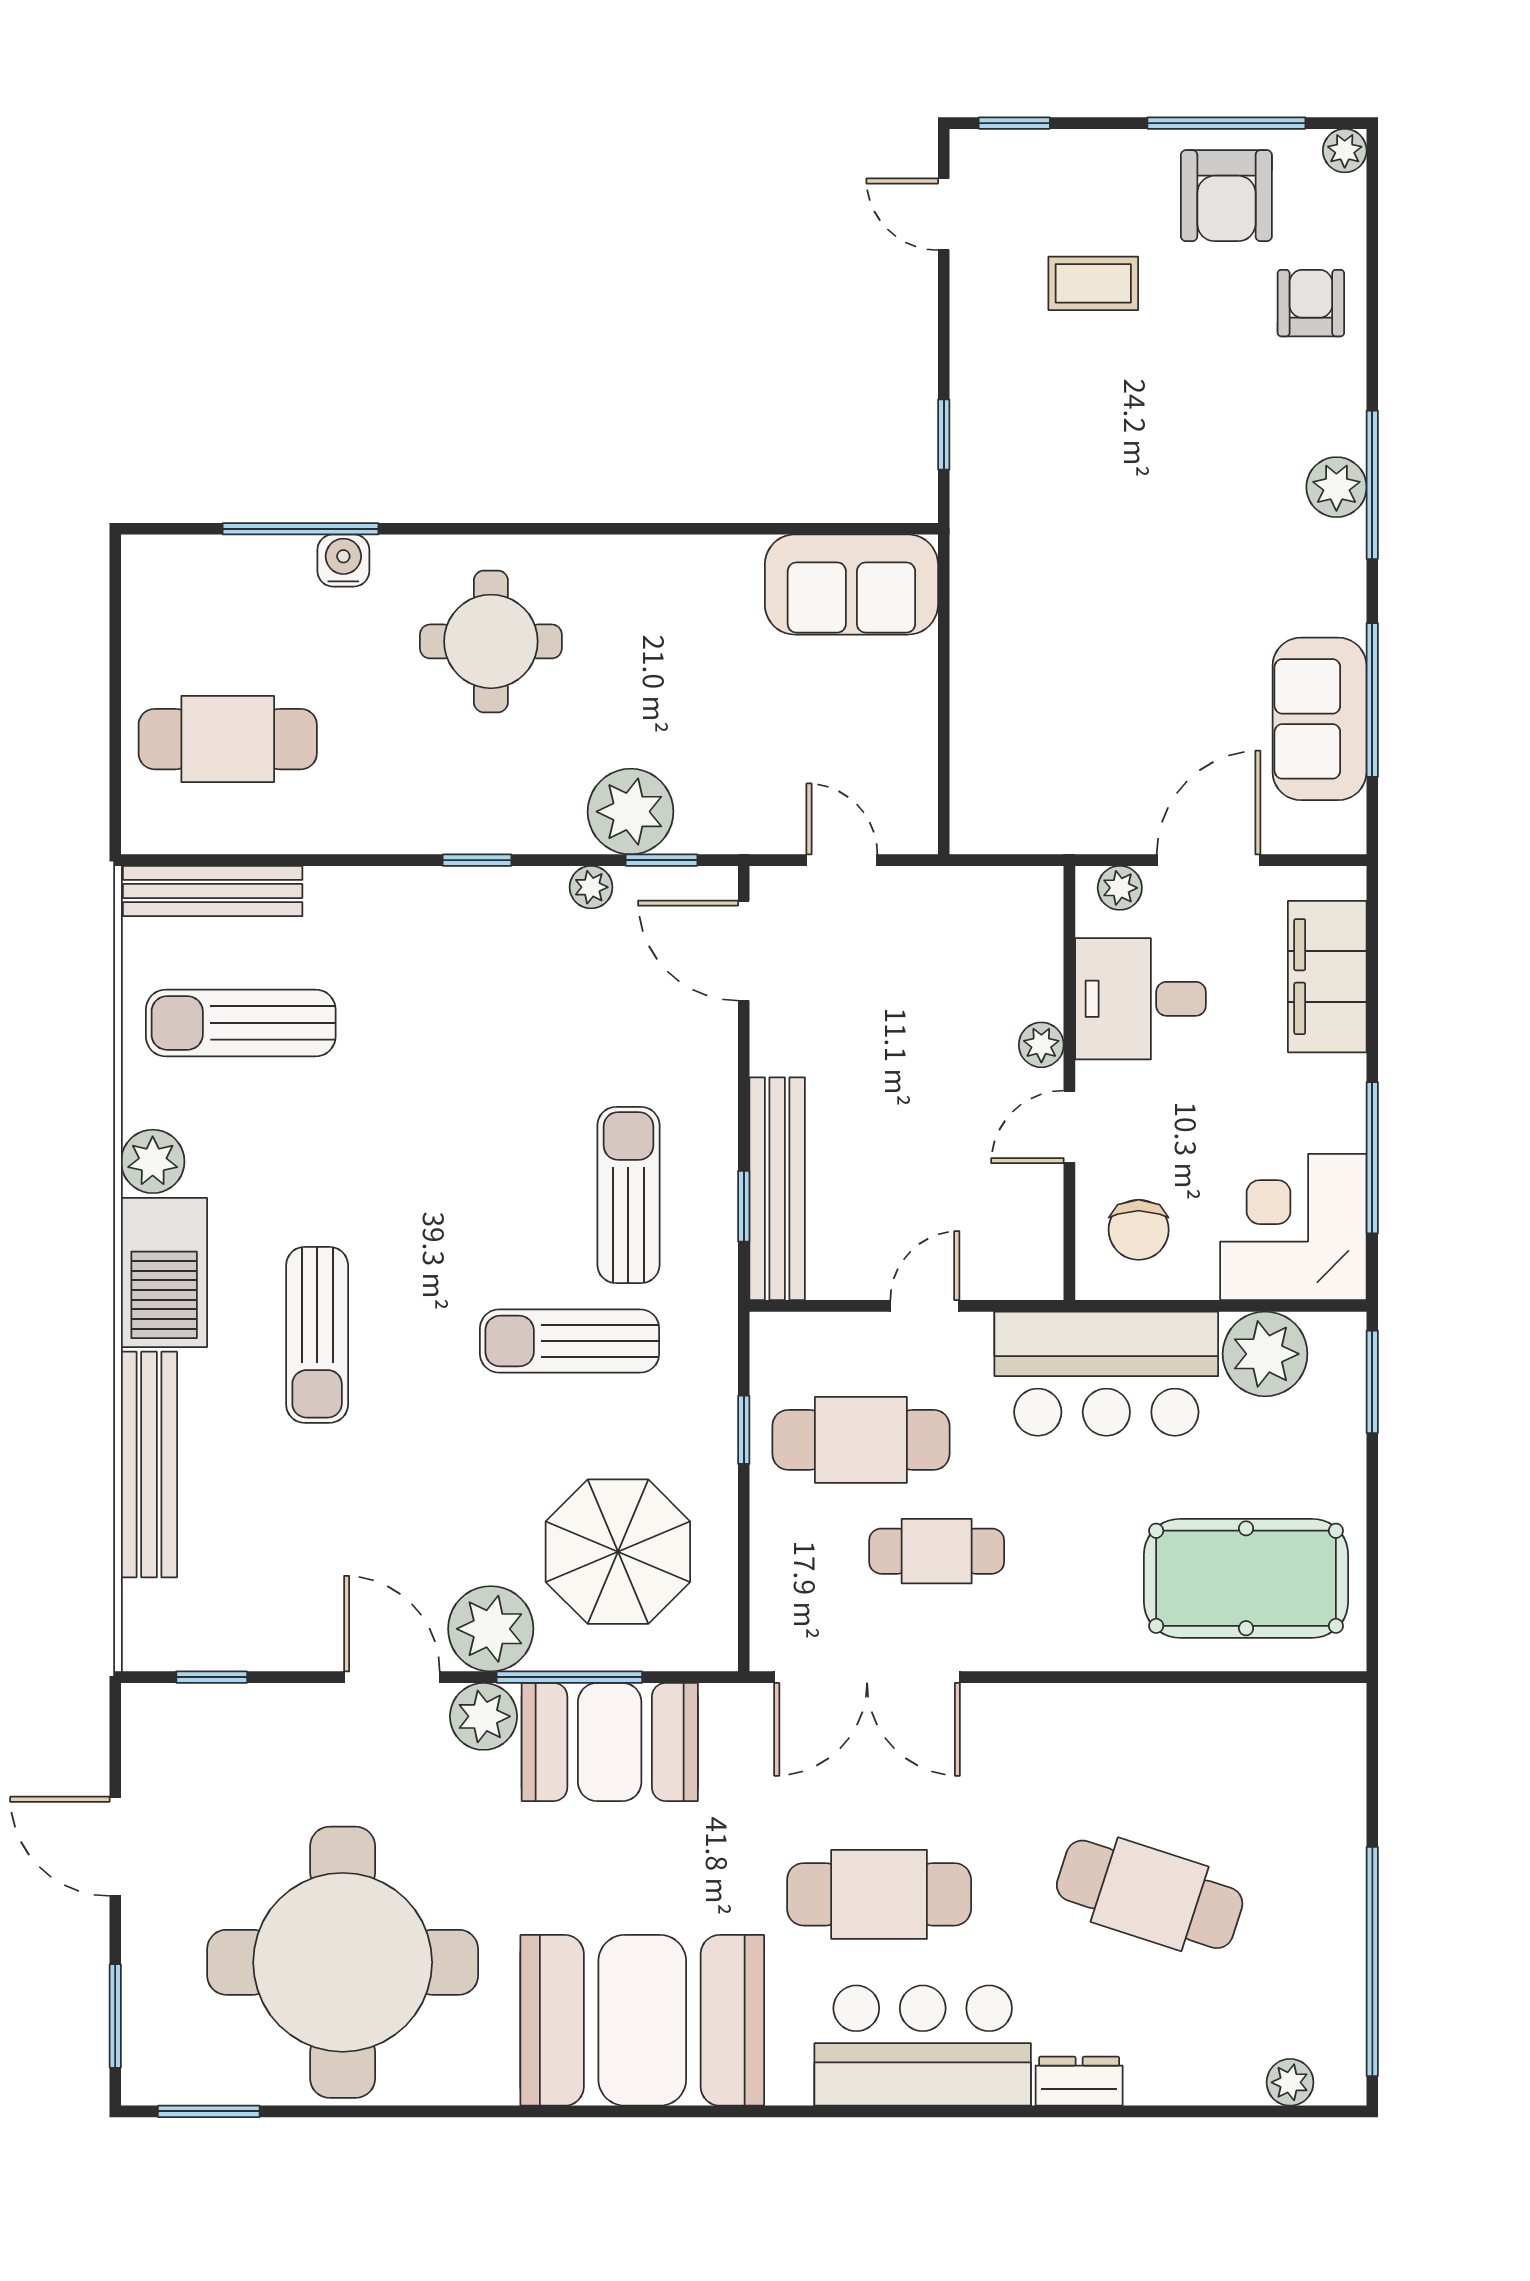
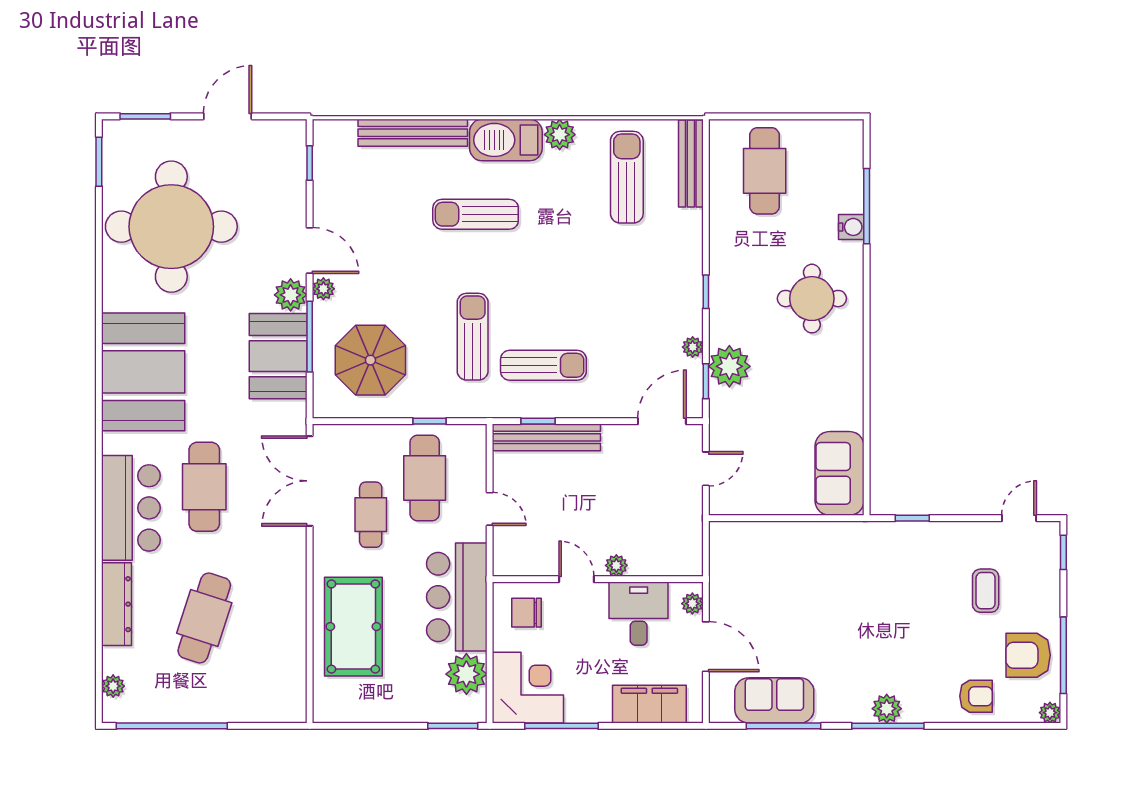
pool table: (1246, 1578) -> (353, 627), moved
plant: (491, 1629) -> (323, 289), width x0.53, depth x0.53
door: (392, 1677) -> (310, 250), hinge flipped
dresser: (1079, 2081) -> (117, 604), width x1.96, depth x1.24

